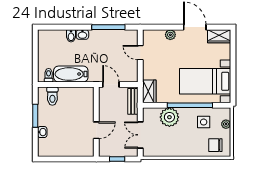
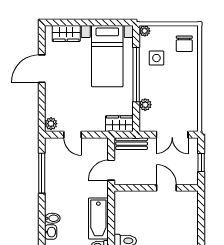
washbasin: (82, 35) -> (51, 232), moved
plant: (170, 35) -> (51, 124), moved
wardrobe: (219, 36) -> (66, 34), moved, turned 90
door: (140, 53) -> (72, 135), hinge flipped
plant: (169, 117) -> (145, 105), width x0.53, depth x0.53
plant: (226, 124) -> (145, 31), moved

